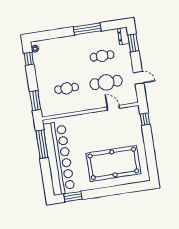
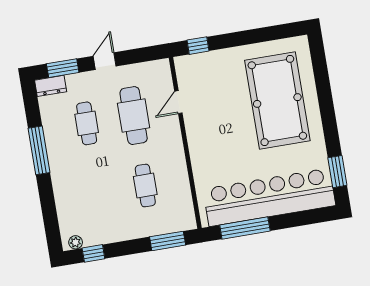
door: (139, 78) -> (105, 61), moved

